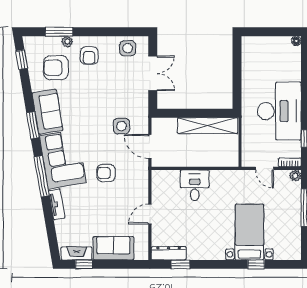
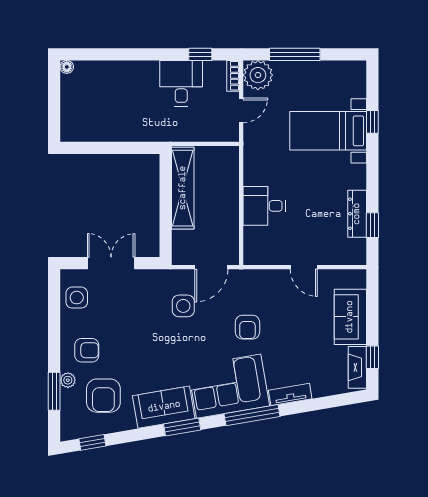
desk: (279, 111) -> (181, 83), width x0.53, depth x0.77
plant: (295, 176) -> (258, 75), width x1.88, depth x1.88
dresser: (169, 253) -> (357, 214), moved

